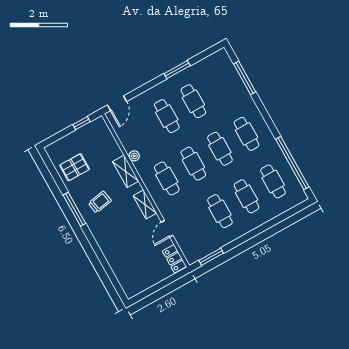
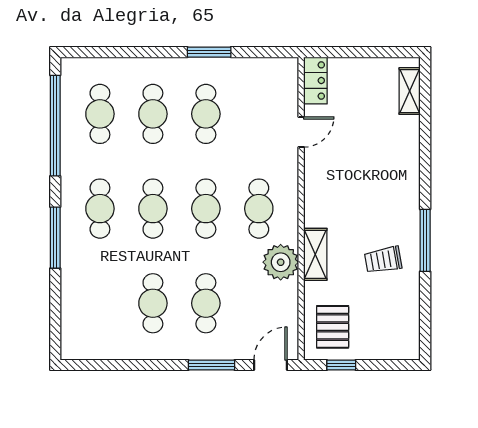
window: (177, 70) -> (212, 365), moved
window: (245, 78) -> (55, 238), moved
plant: (134, 156) -> (281, 262), width x1.88, depth x1.88
pallet: (75, 167) -> (333, 327), moved, turned 90
trolley: (100, 202) -> (383, 260), moved
shelving: (145, 204) -> (410, 91), moved
window: (211, 257) -> (209, 52), moved

